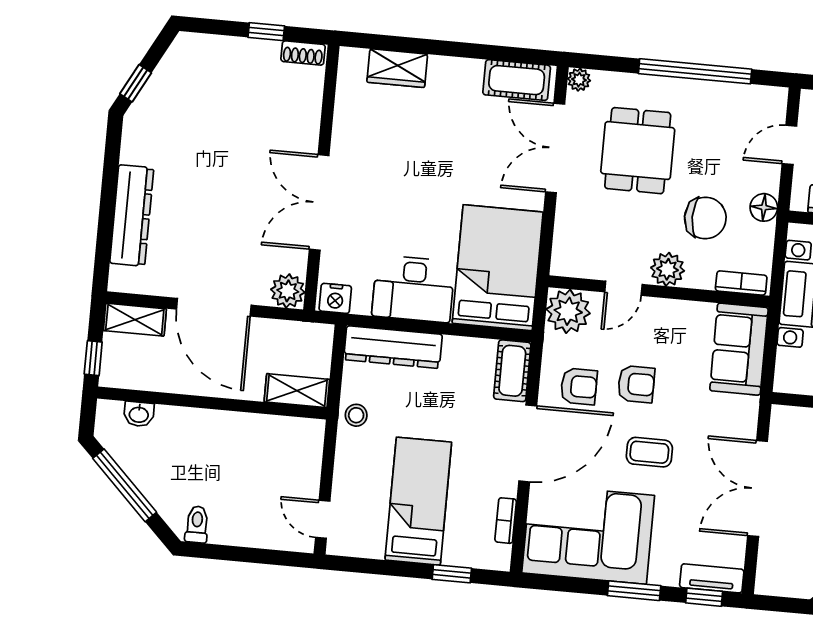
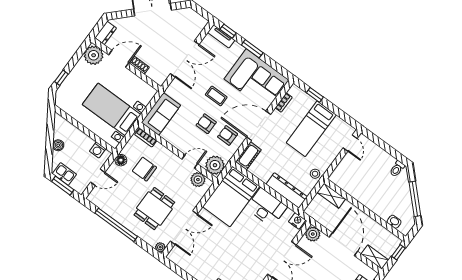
cot: (517, 80) -> (183, 261), removed
plant: (668, 269) -> (198, 180), moved

